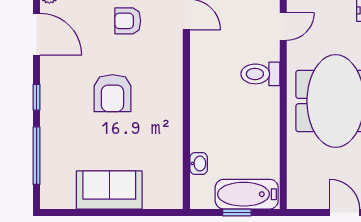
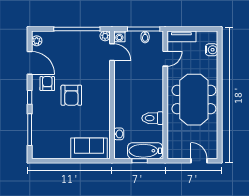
armchair: (128, 21) -> (47, 84), moved, turned 90
toilet: (260, 74) -> (153, 118), moved
sofa: (109, 190) -> (89, 148), moved

